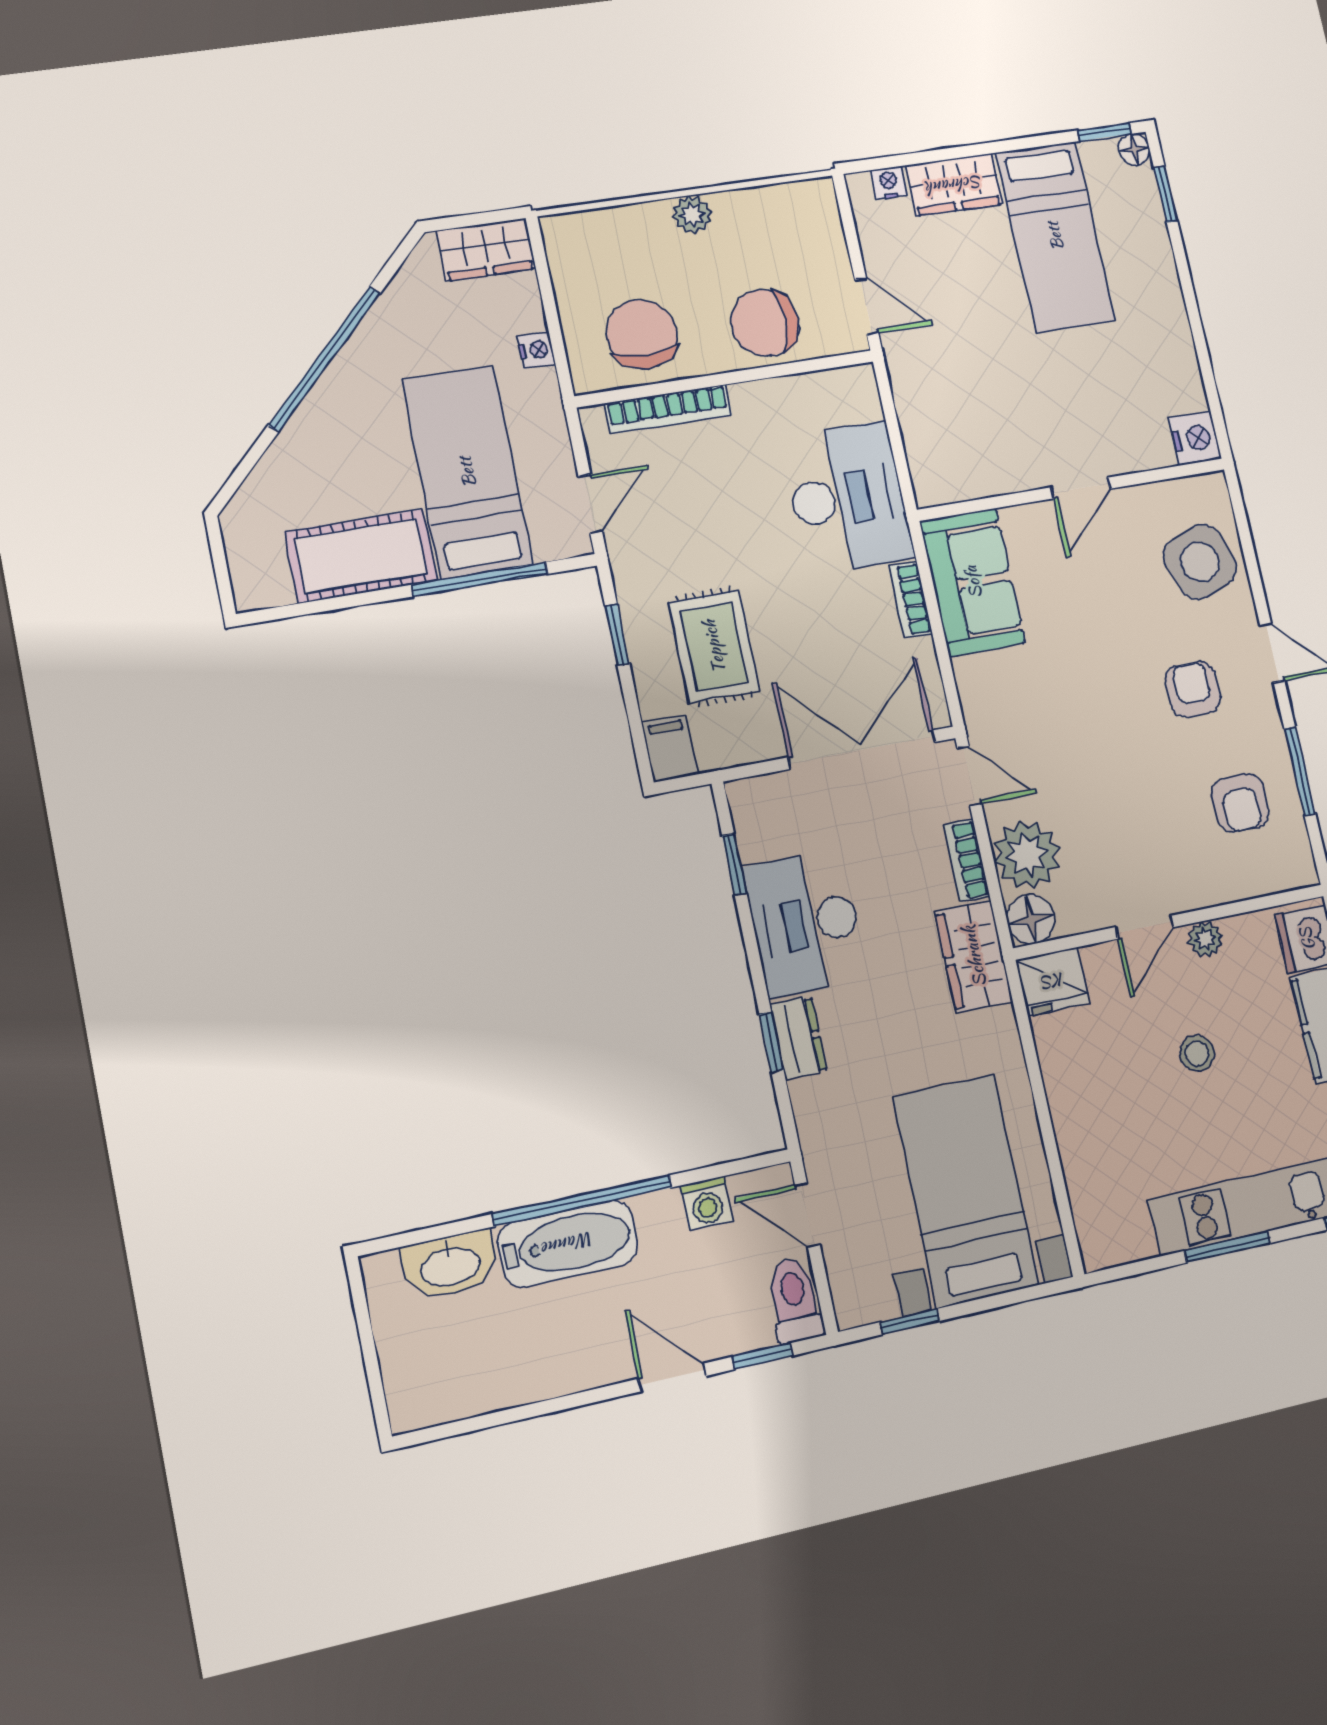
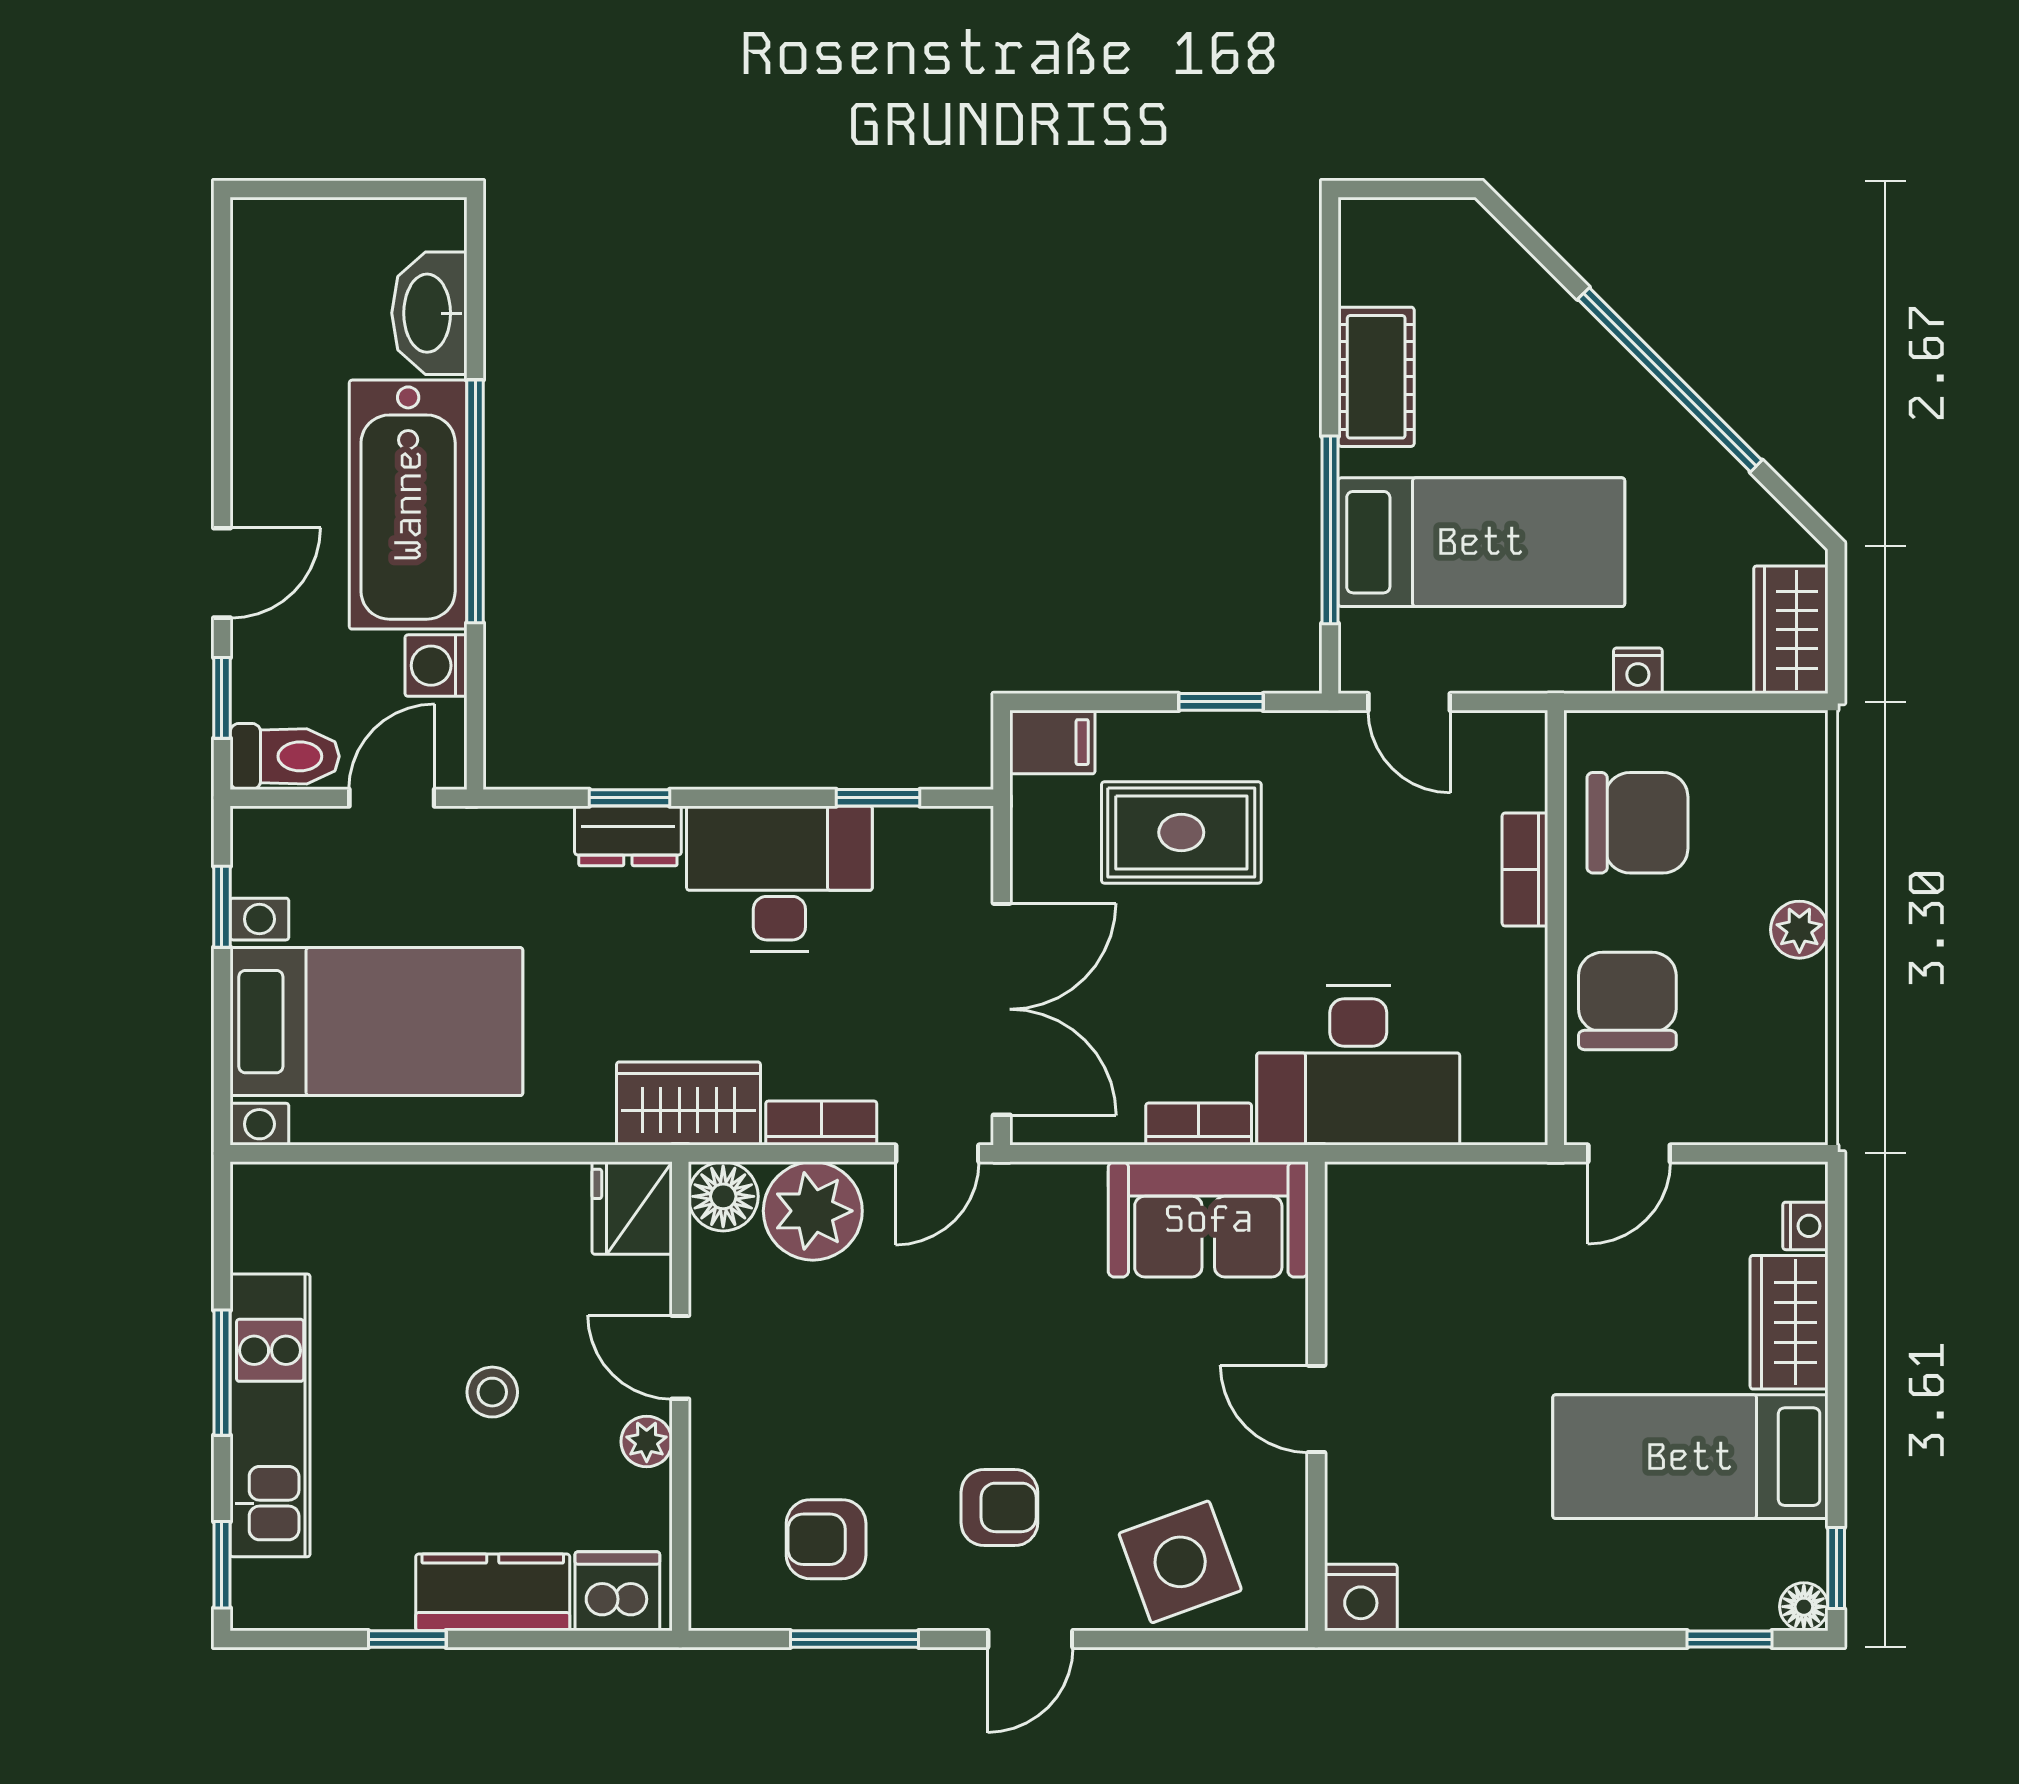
bookcase: (668, 409) -> (1525, 870), width x0.64
cot: (361, 556) -> (1376, 377), width x0.73, depth x0.75
bathtub: (568, 1244) -> (408, 505), width x1.36, depth x1.36

